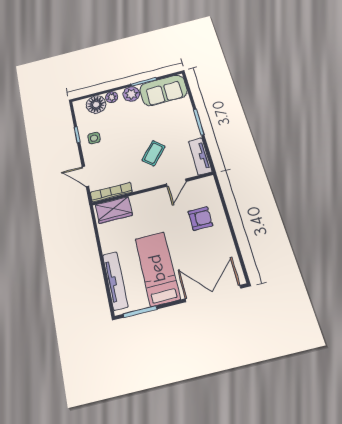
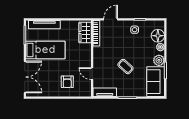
coffee table: (153, 153) -> (125, 67), moved

